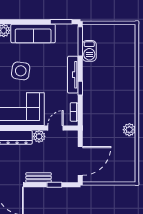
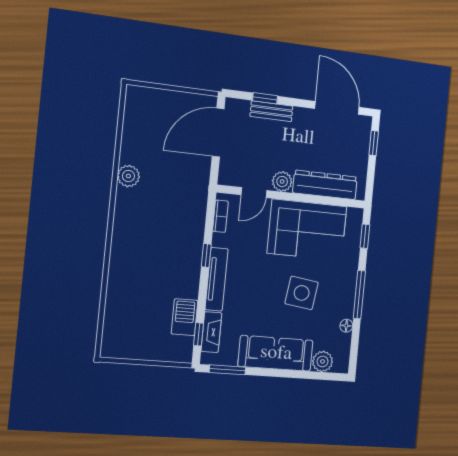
window: (80, 41) -> (199, 334), width x0.46
fireplace: (73, 43) -> (211, 332), added
bench: (39, 177) -> (271, 111), moved

